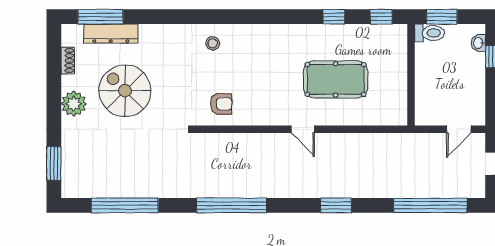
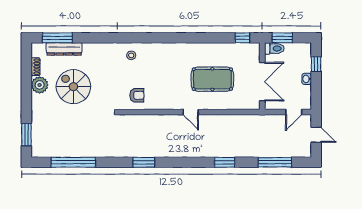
window: (334, 17) -> (211, 38), removed
washbasin: (478, 43) -> (307, 79), moved
double door: (411, 83) -> (262, 82), added
plant: (74, 104) -> (40, 85), moved
window: (232, 205) -> (144, 162), width x0.47
window: (336, 205) -> (225, 162), moved
window: (430, 205) -> (275, 162), width x0.68

